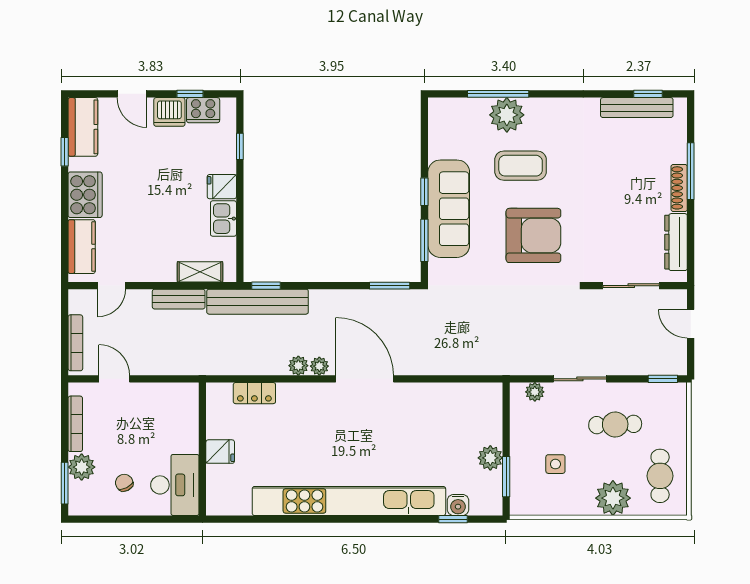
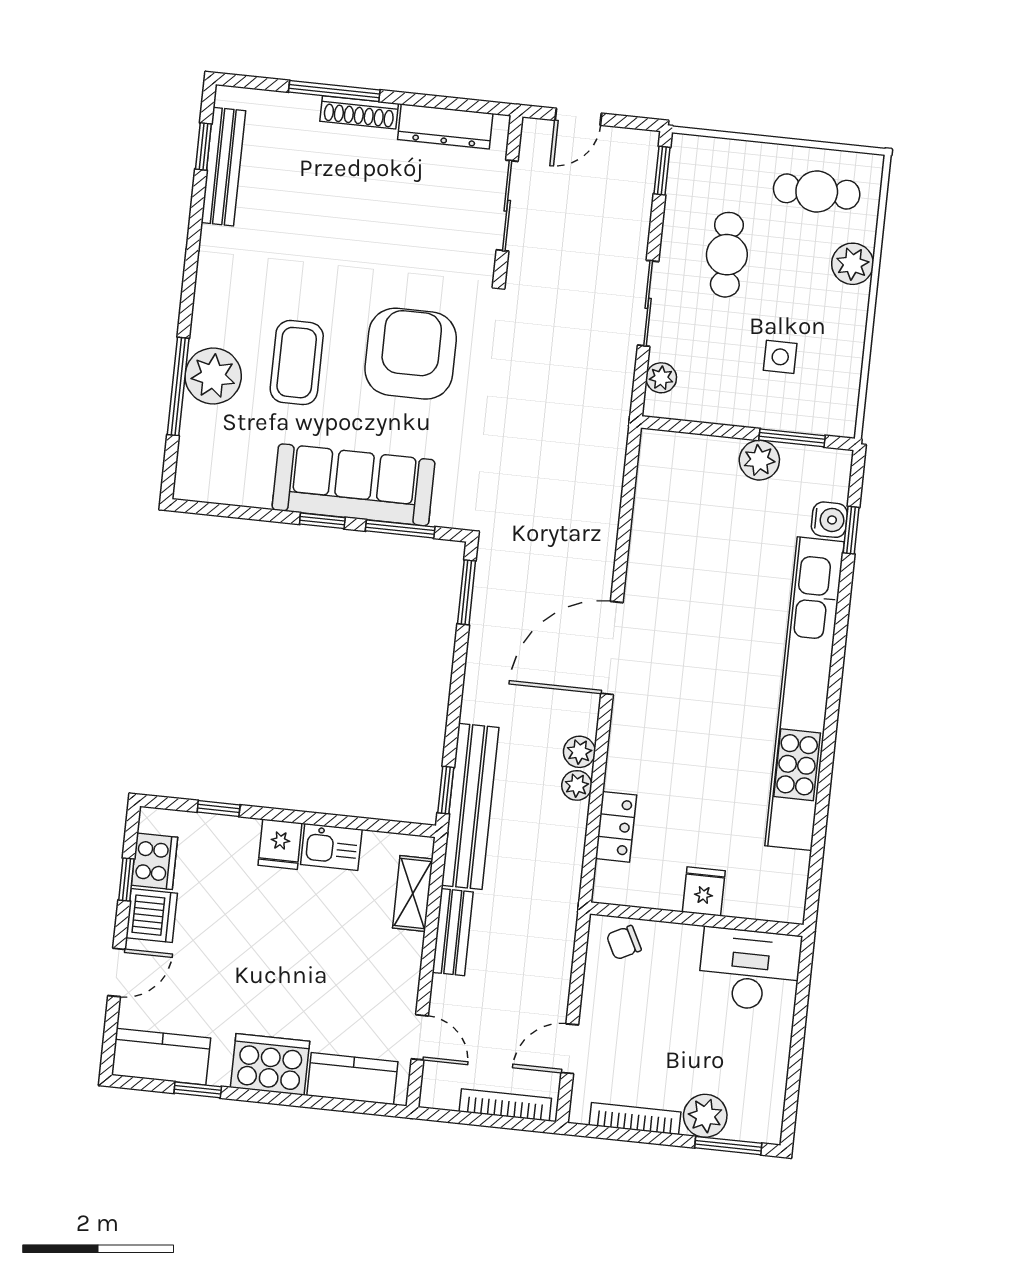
plant: (319, 366) -> (577, 785), moved
chair: (124, 483) -> (624, 943), moved
plant: (613, 498) -> (853, 264), width x0.73, depth x0.73

